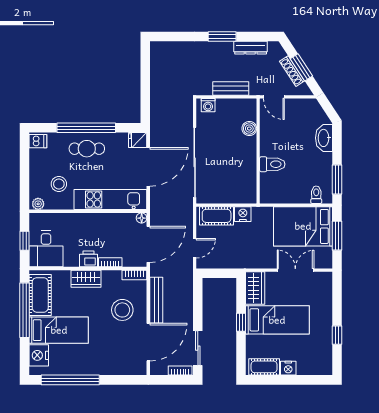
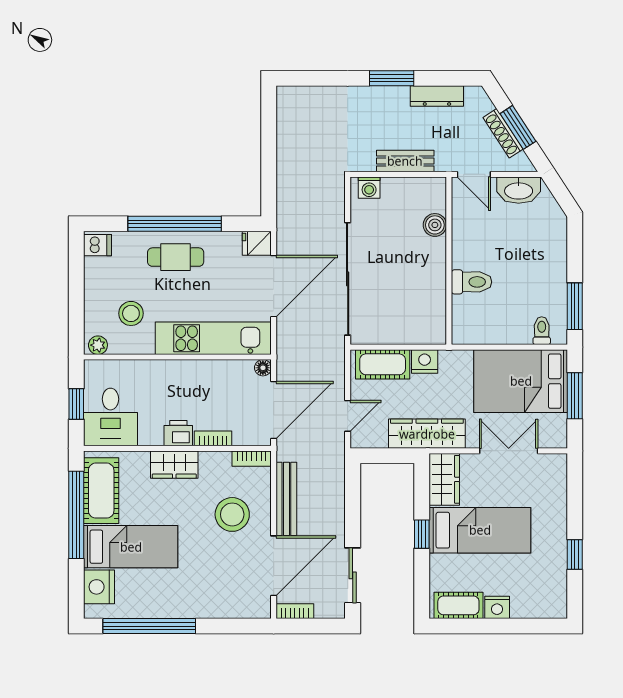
washbasin: (324, 138) -> (519, 190), moved, turned -90
wardrobe: (244, 259) -> (427, 434), added
bookcase: (180, 371) -> (295, 611), moved

